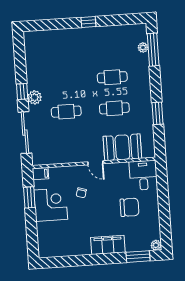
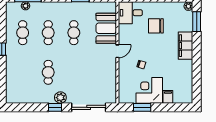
cafe table: (110, 46) -> (23, 33), added
cafe table: (66, 112) -> (48, 72), moved
filing cabinet: (40, 174) -> (168, 97), moved
chair: (130, 207) -> (156, 26), turned -90

